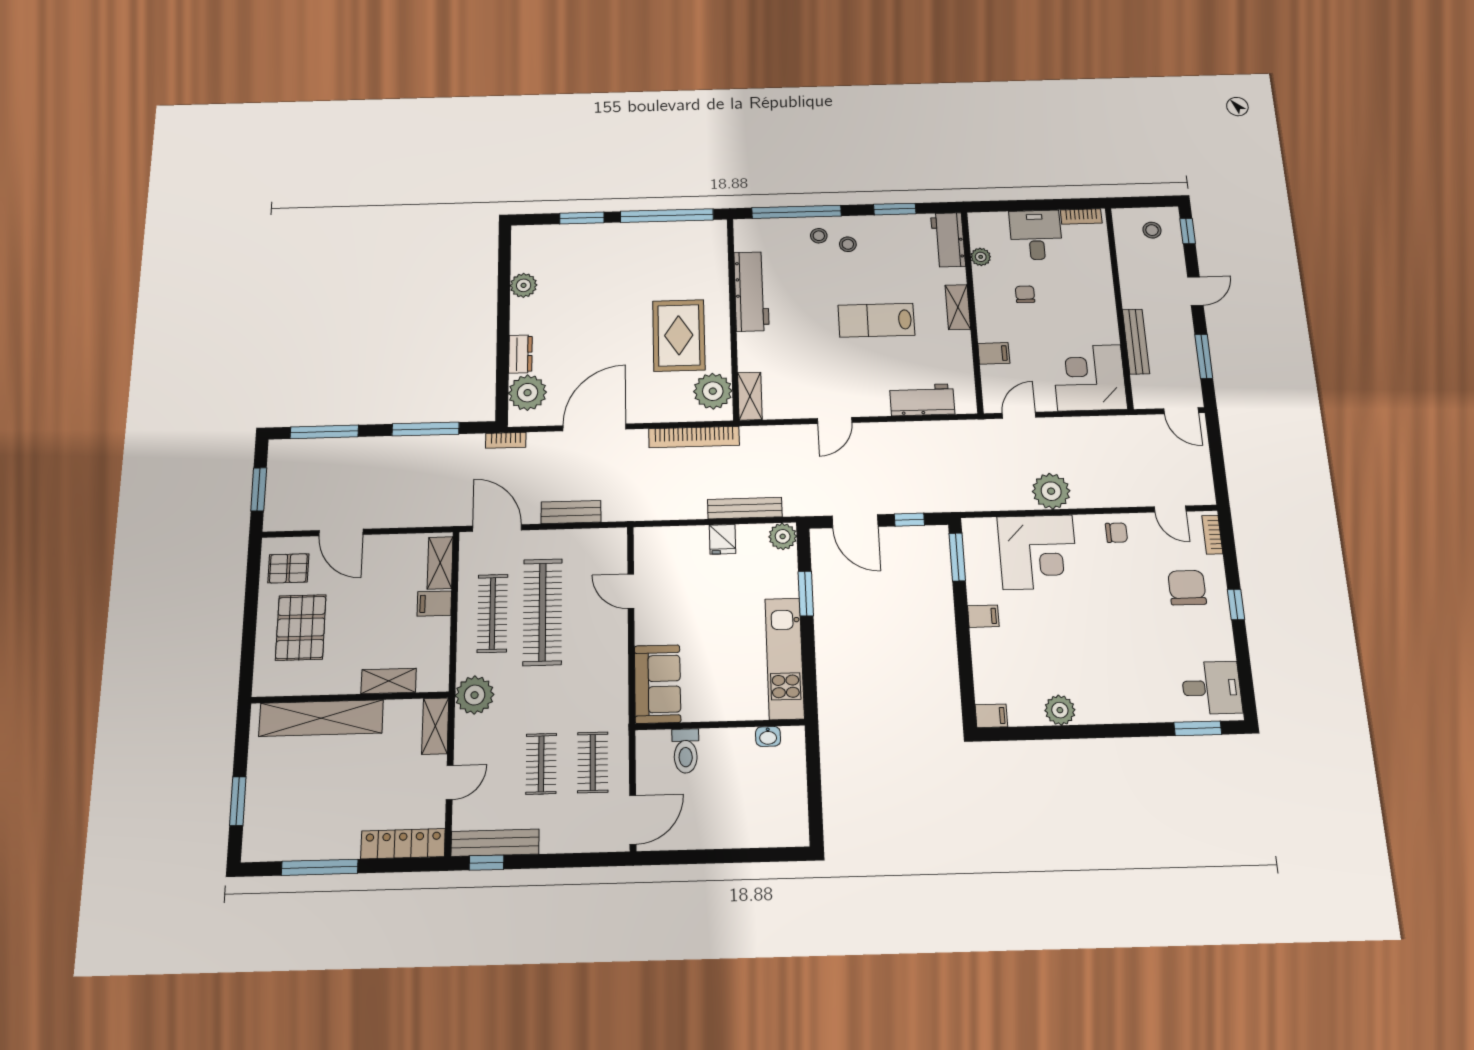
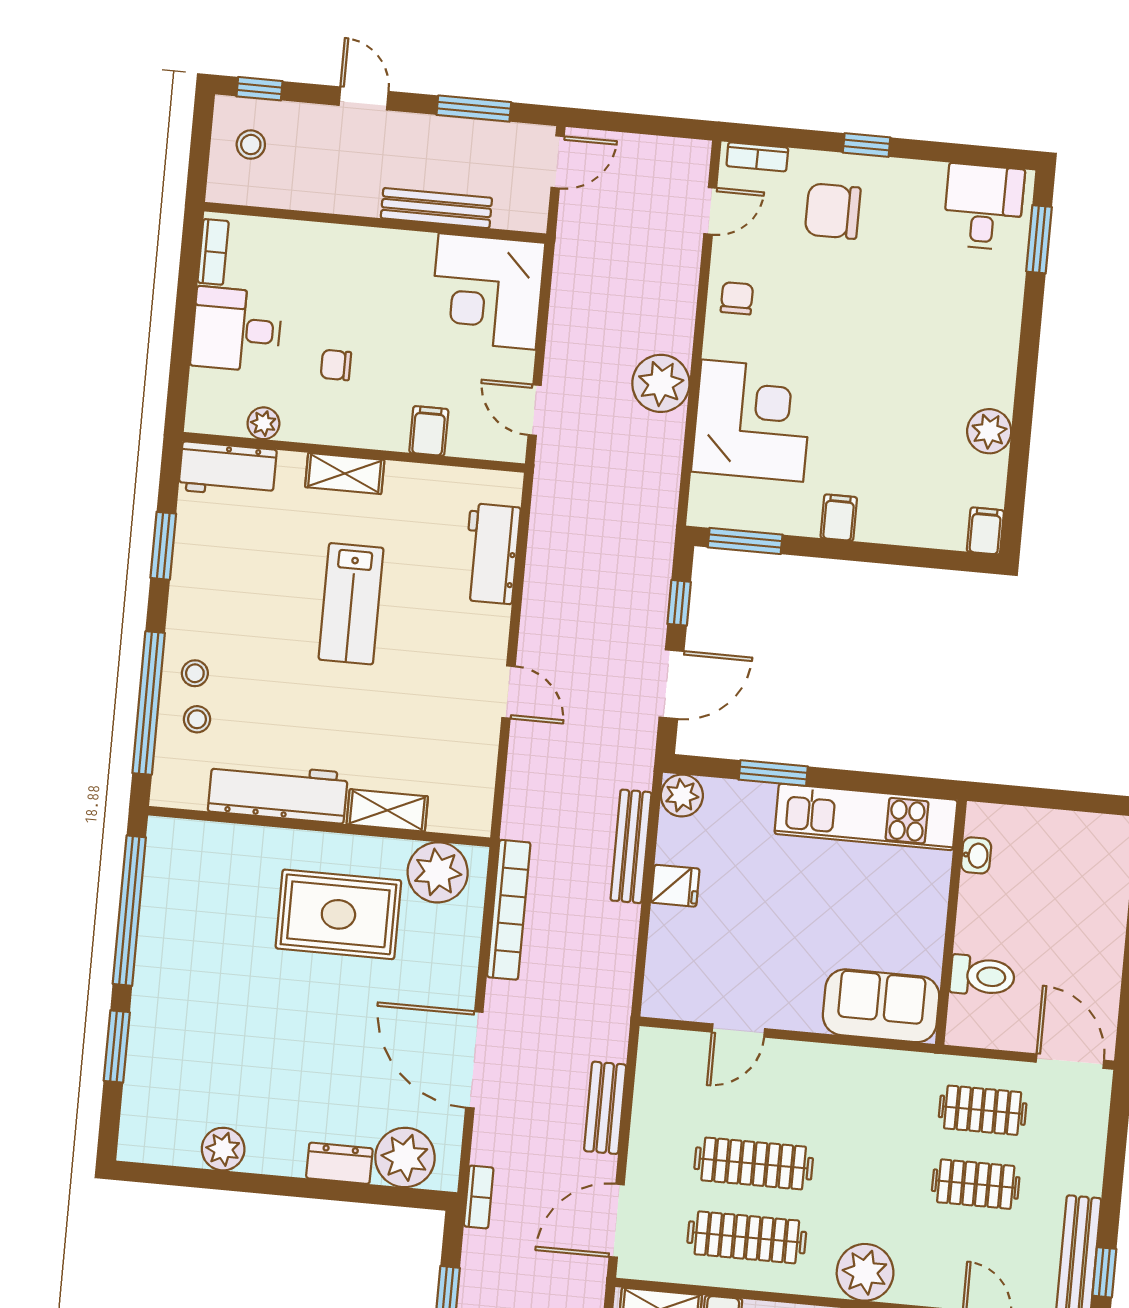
stool: (848, 244) -> (197, 719), moved
shelving: (750, 396) -> (387, 810), moved
clothes rail: (542, 612) -> (754, 1163), width x0.73, depth x0.76

